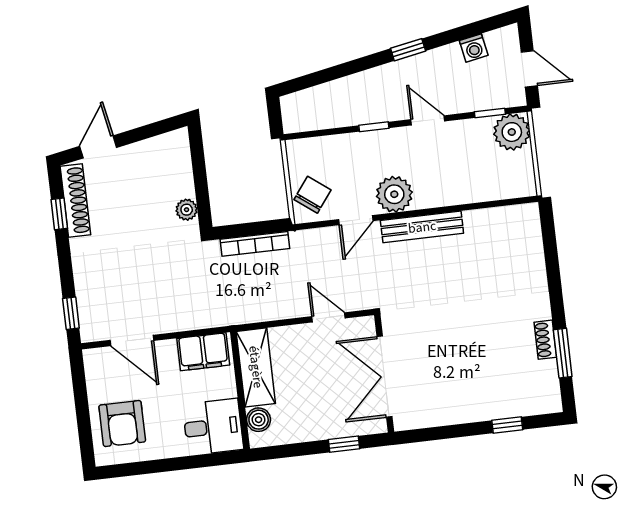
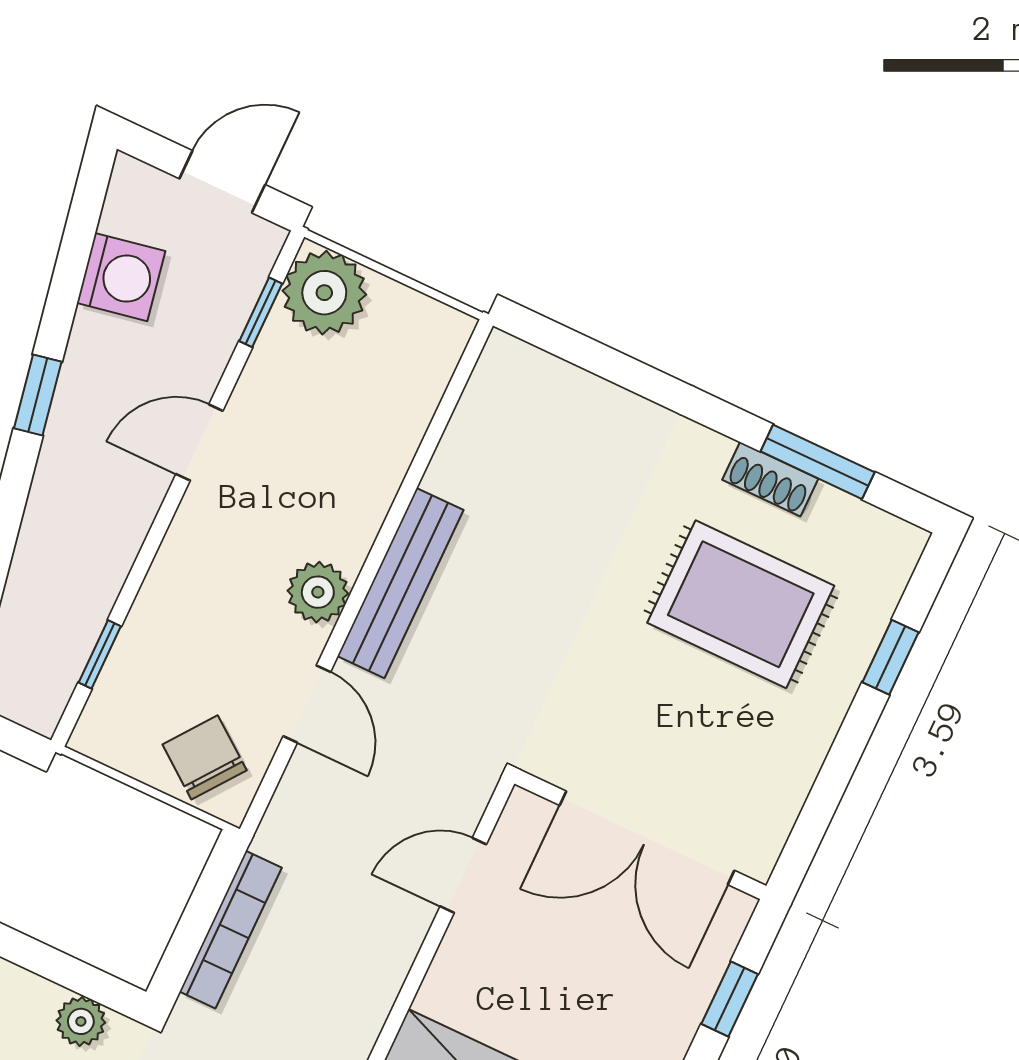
washing machine: (474, 48) -> (121, 277), width x1.38, depth x1.38
window: (374, 127) -> (100, 654), moved
plant: (394, 194) -> (318, 592), width x0.73, depth x0.73
rug: (492, 358) -> (741, 604), added

